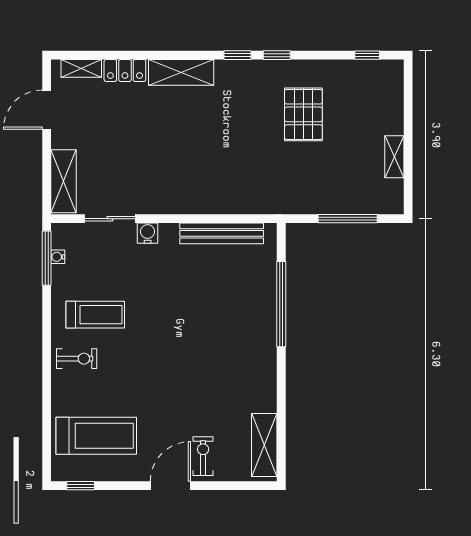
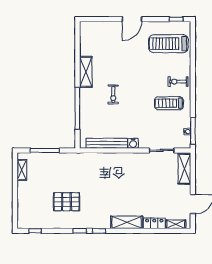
pallet: (303, 114) -> (67, 202), turned 90
shelving: (394, 157) -> (22, 170), moved
water cooler: (148, 233) -> (133, 143), moved
shelving: (264, 445) -> (86, 72), moved
exercise bike: (203, 456) -> (113, 94), moved

